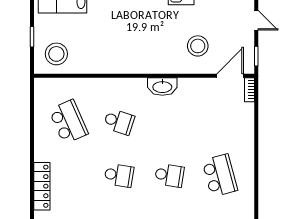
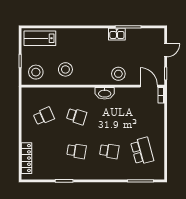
door: (256, 20) -> (166, 50), hinge flipped
stool: (198, 46) -> (118, 74), moved
stool: (102, 50) -> (65, 69), added
door: (230, 76) -> (149, 86), hinge flipped
school desk: (68, 122) -> (44, 116), width x0.54

